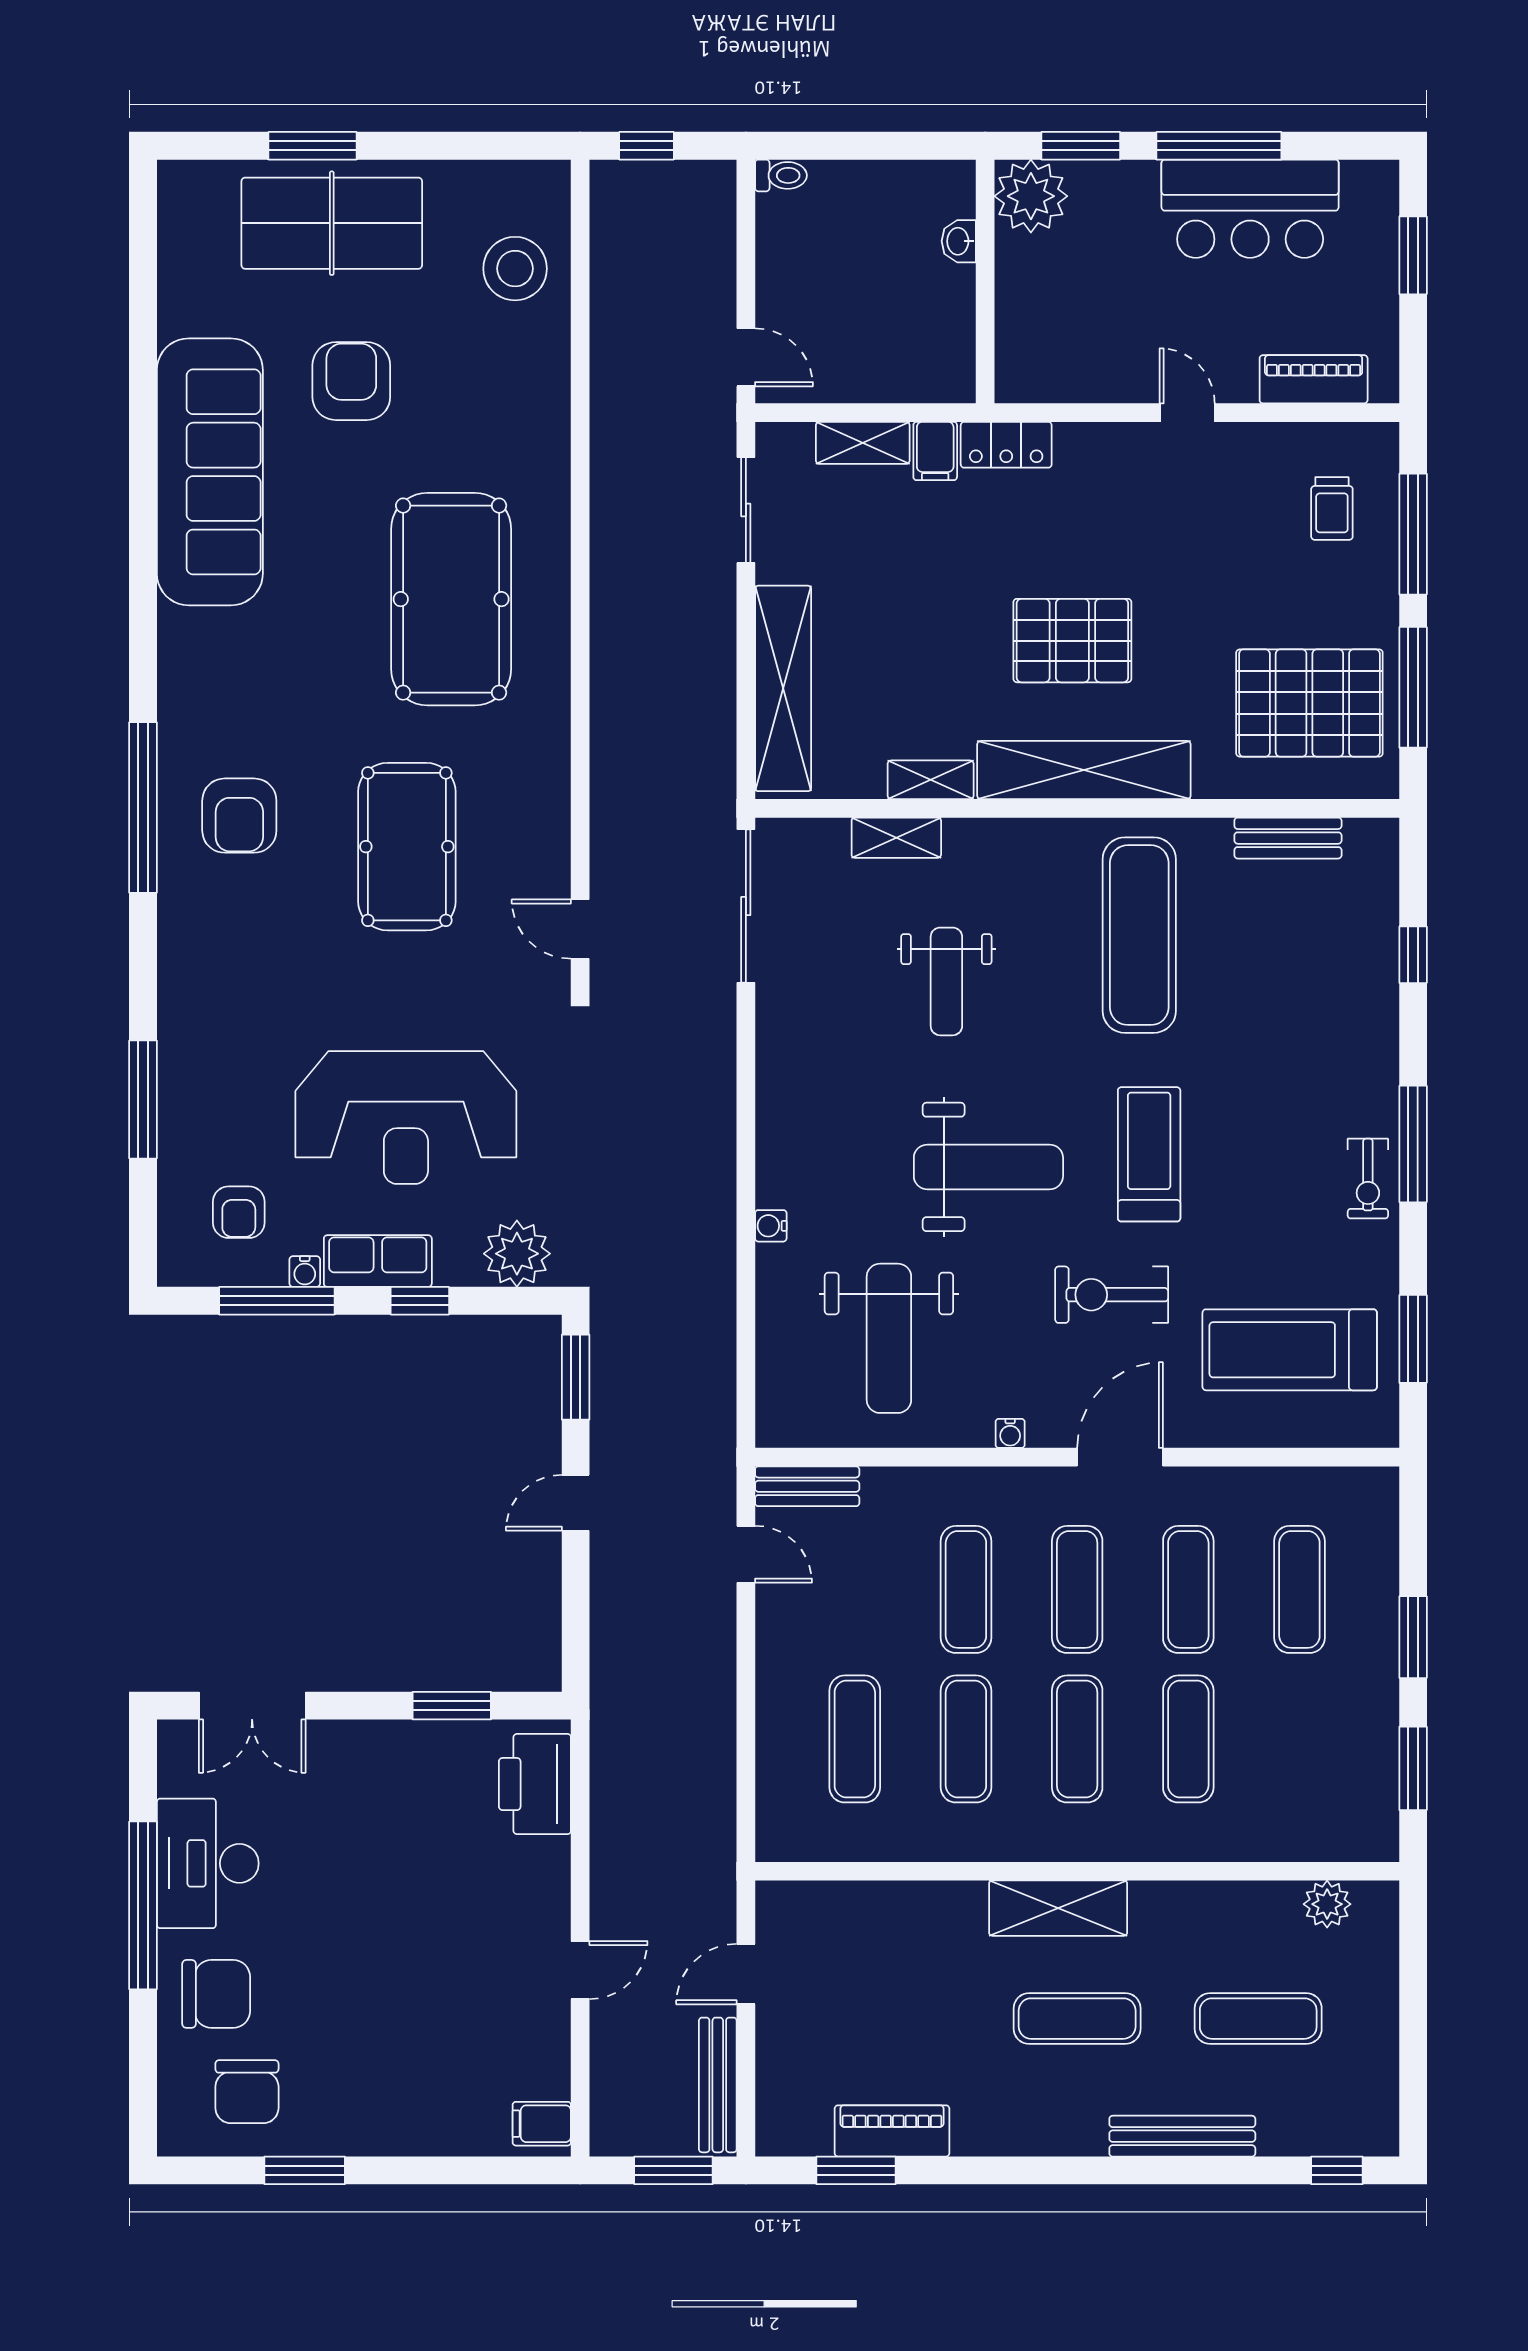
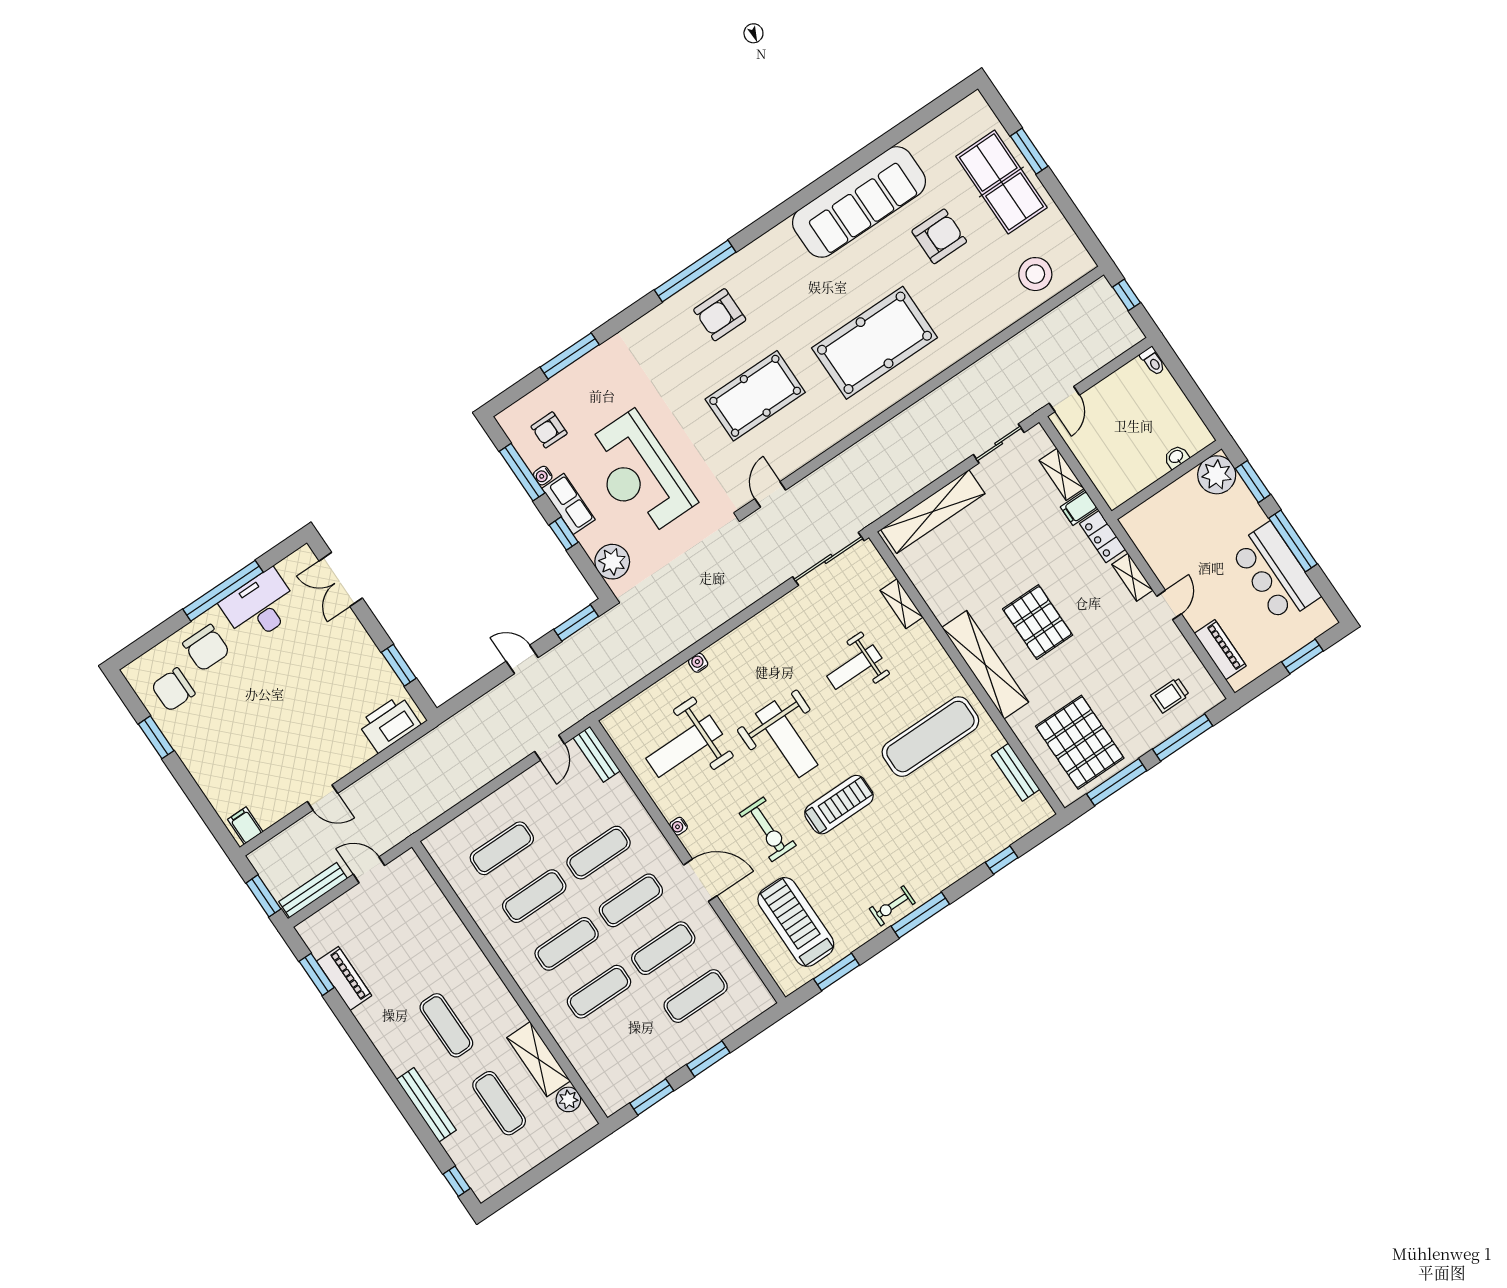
shelving: (931, 780) -> (1132, 577), moved
exercise bike: (1112, 1295) -> (768, 829), turned 180
shelving: (1058, 1908) -> (539, 1059), moved

